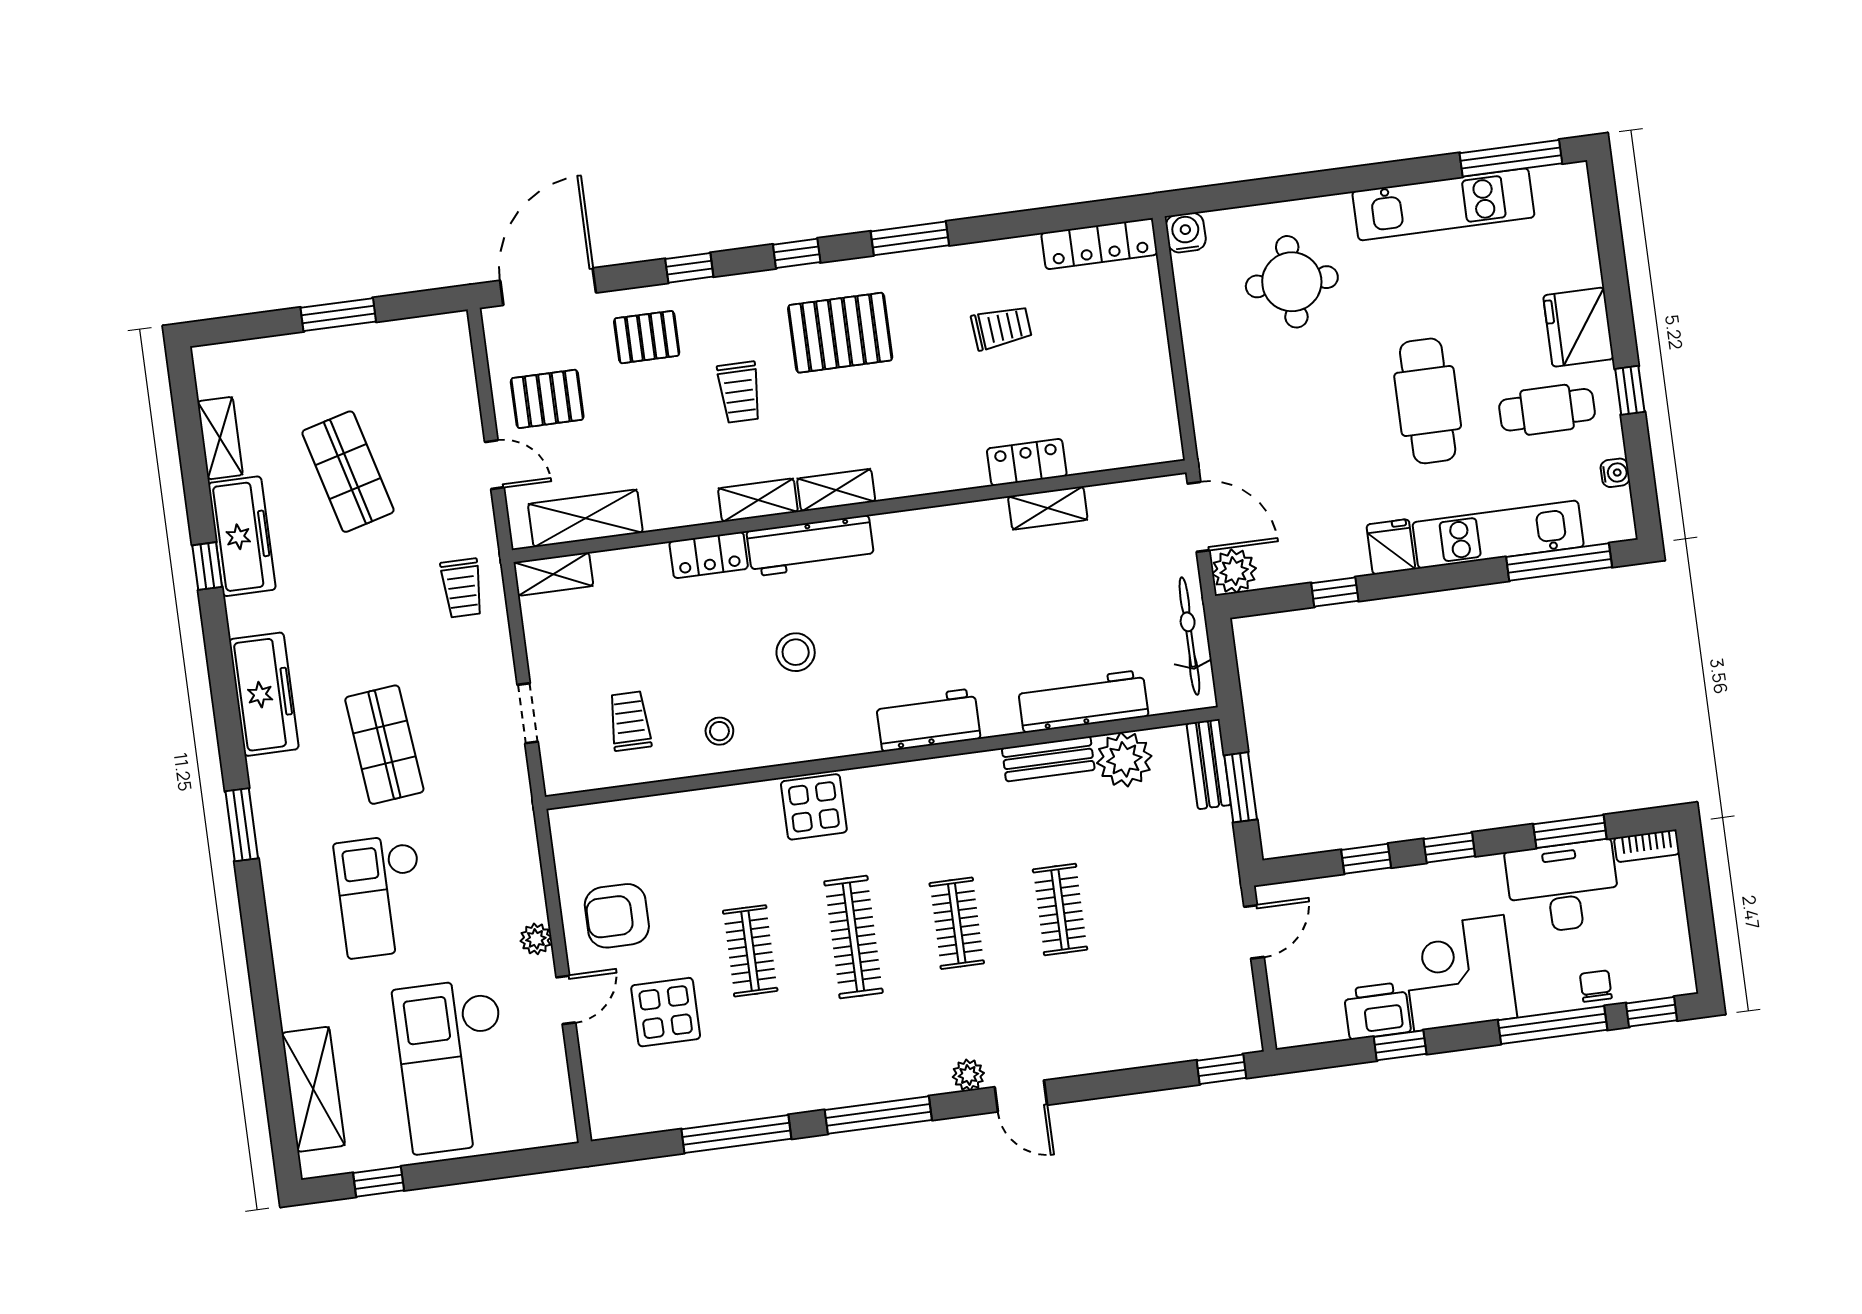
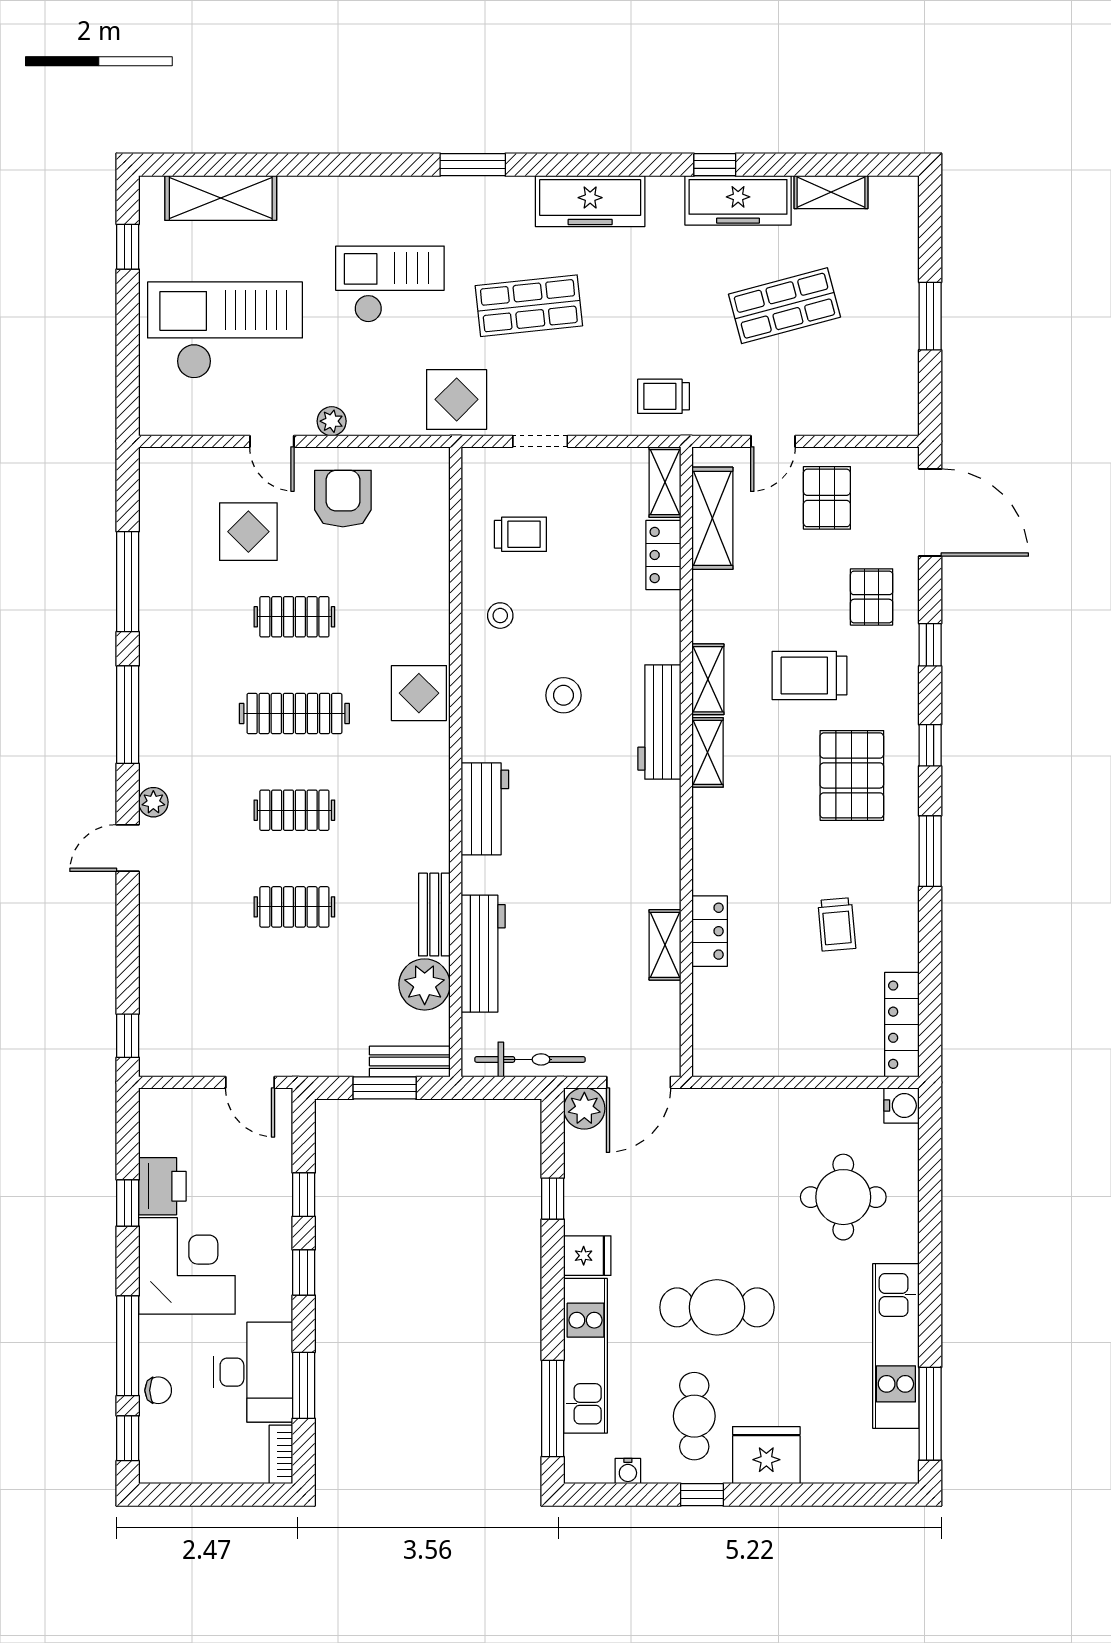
trolley: (739, 392) -> (810, 676), width x1.36, depth x1.39
locker: (709, 555) -> (663, 555), moved
display table: (495, 809) -> (457, 399), added

